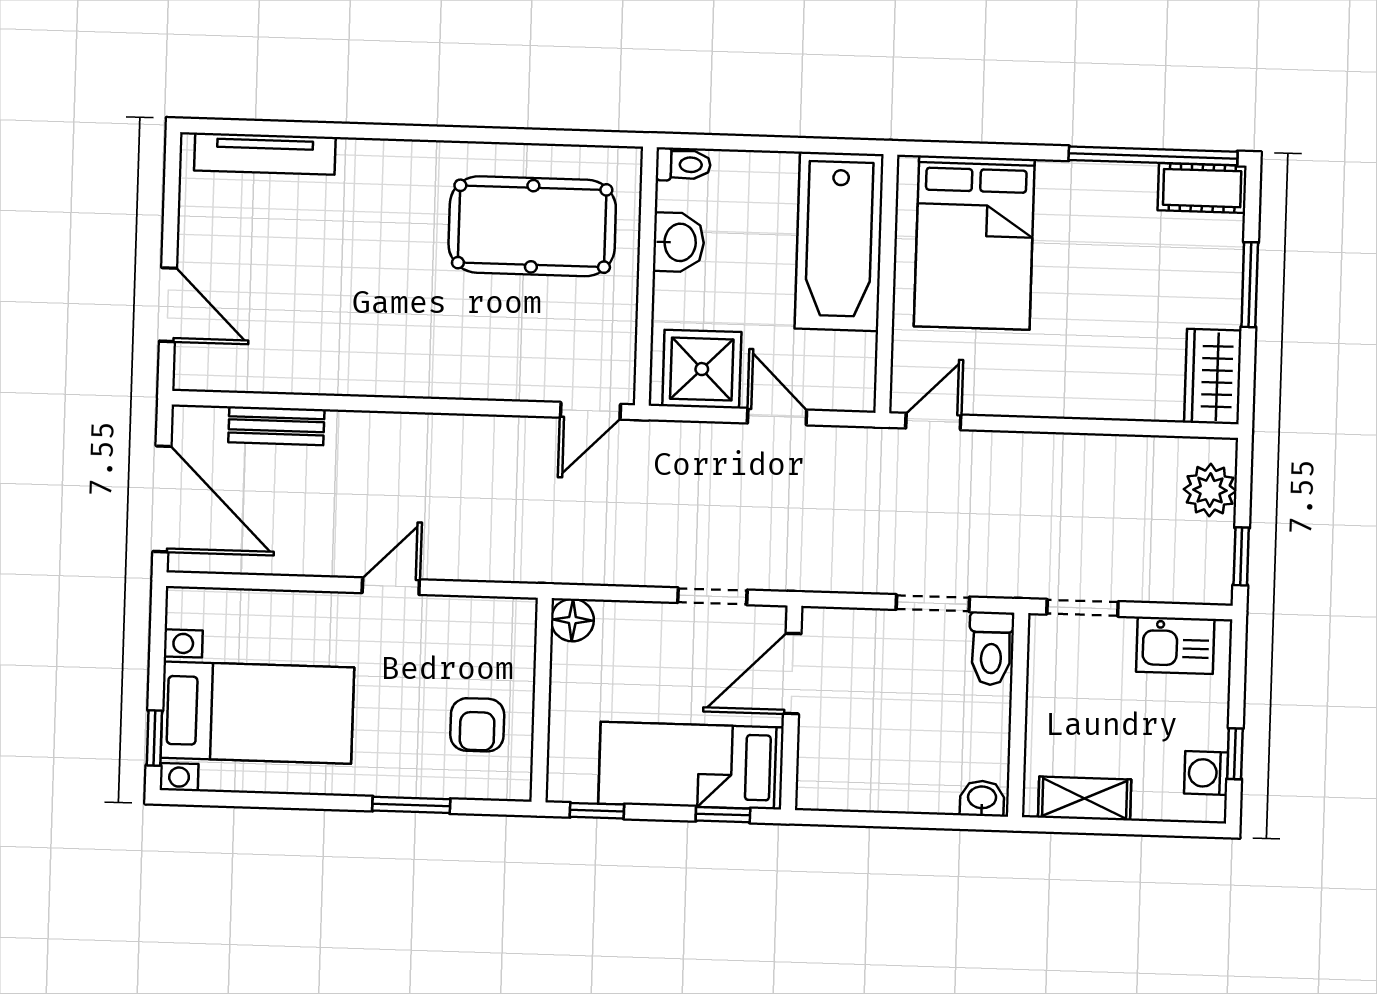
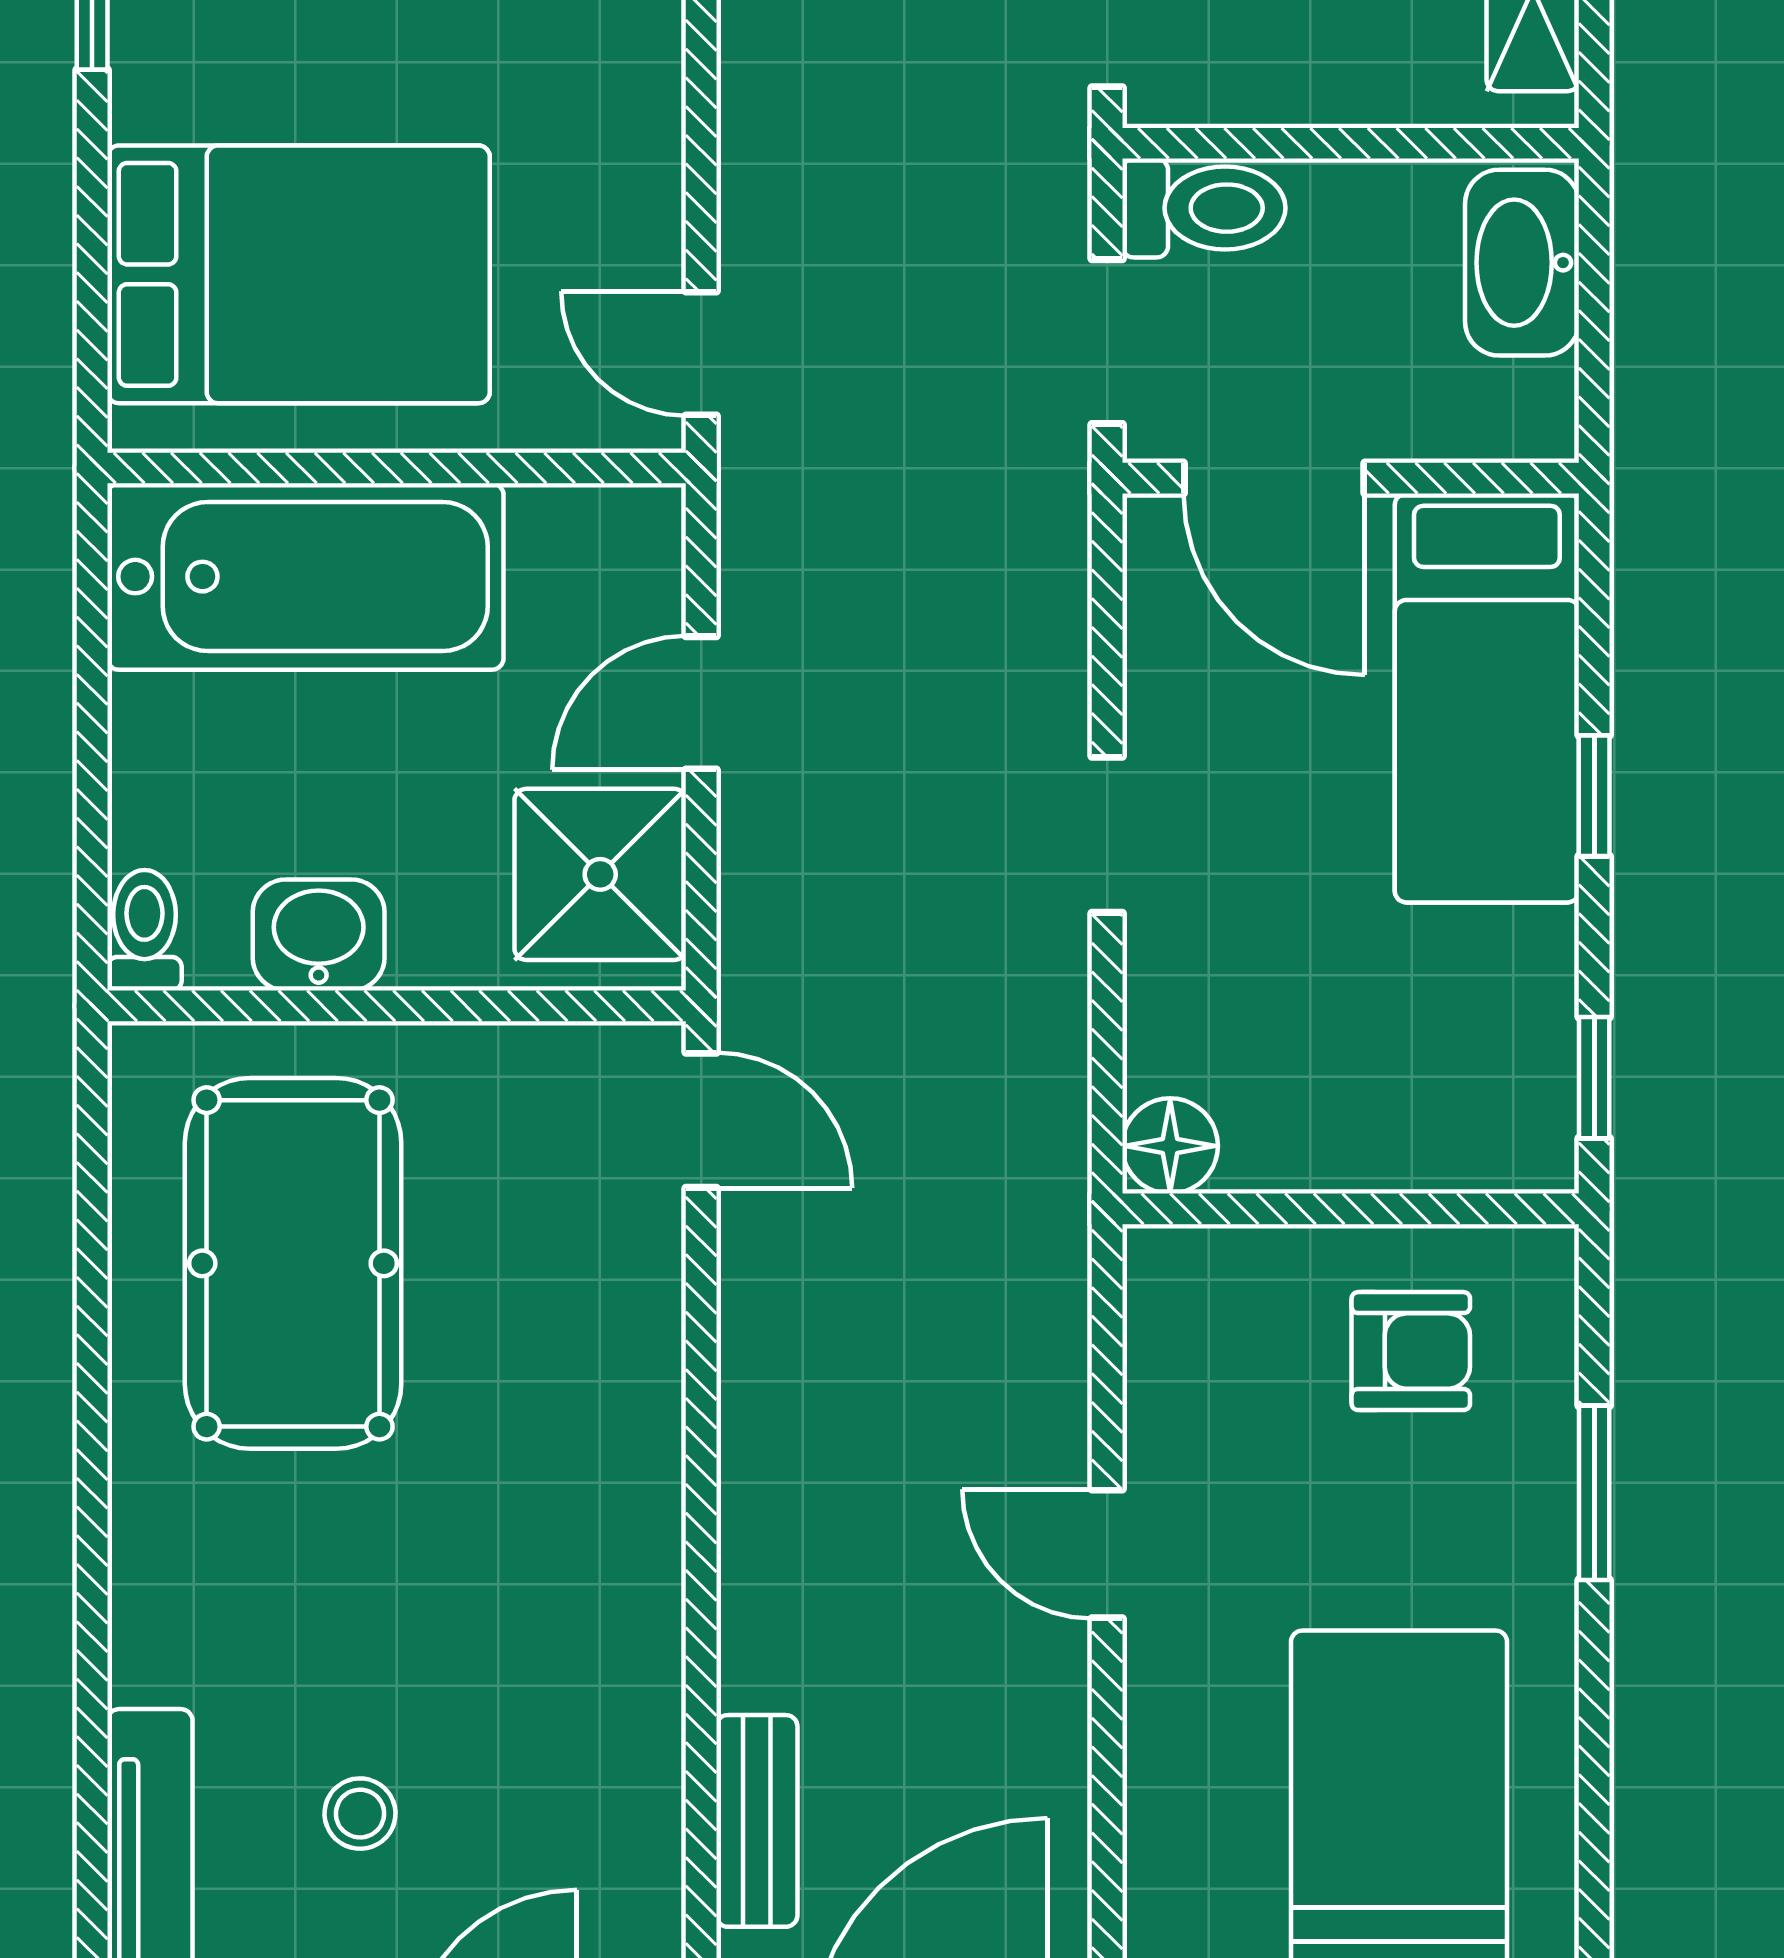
stool: (285, 248) -> (360, 1814), added
door: (792, 674) -> (1274, 478), moved
wall: (791, 708) -> (1351, 478), moved
bed: (691, 766) -> (1487, 698), moved
washbasin: (982, 798) -> (1522, 263), width x1.91, depth x1.45

